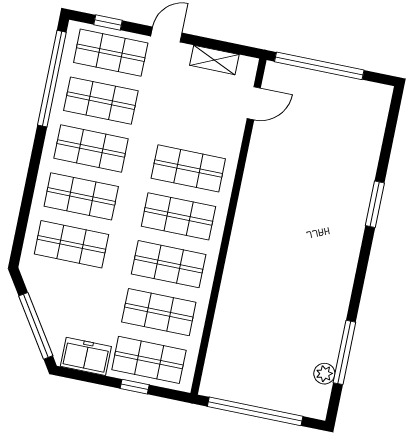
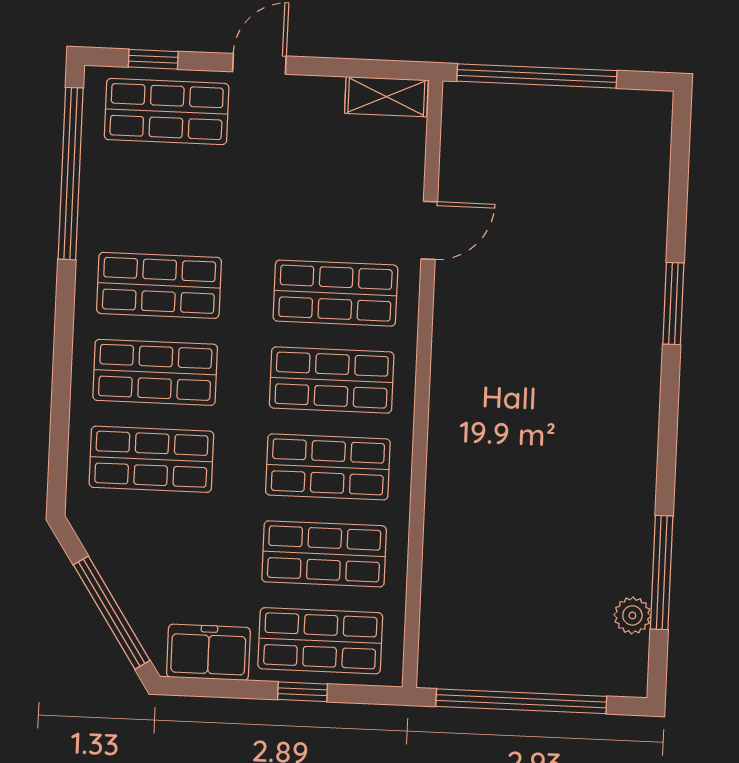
shelving: (214, 60) -> (386, 97), moved
shop shelf: (101, 101) -> (163, 198), removed
door: (254, 103) -> (429, 230), moved

